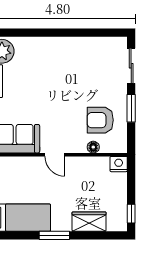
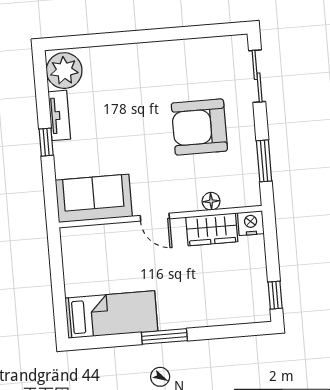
window: (131, 108) -> (264, 161), moved
armchair: (100, 120) -> (199, 127), moved, width x1.36, depth x1.36
wardrobe: (89, 222) -> (212, 229), moved, turned 180

